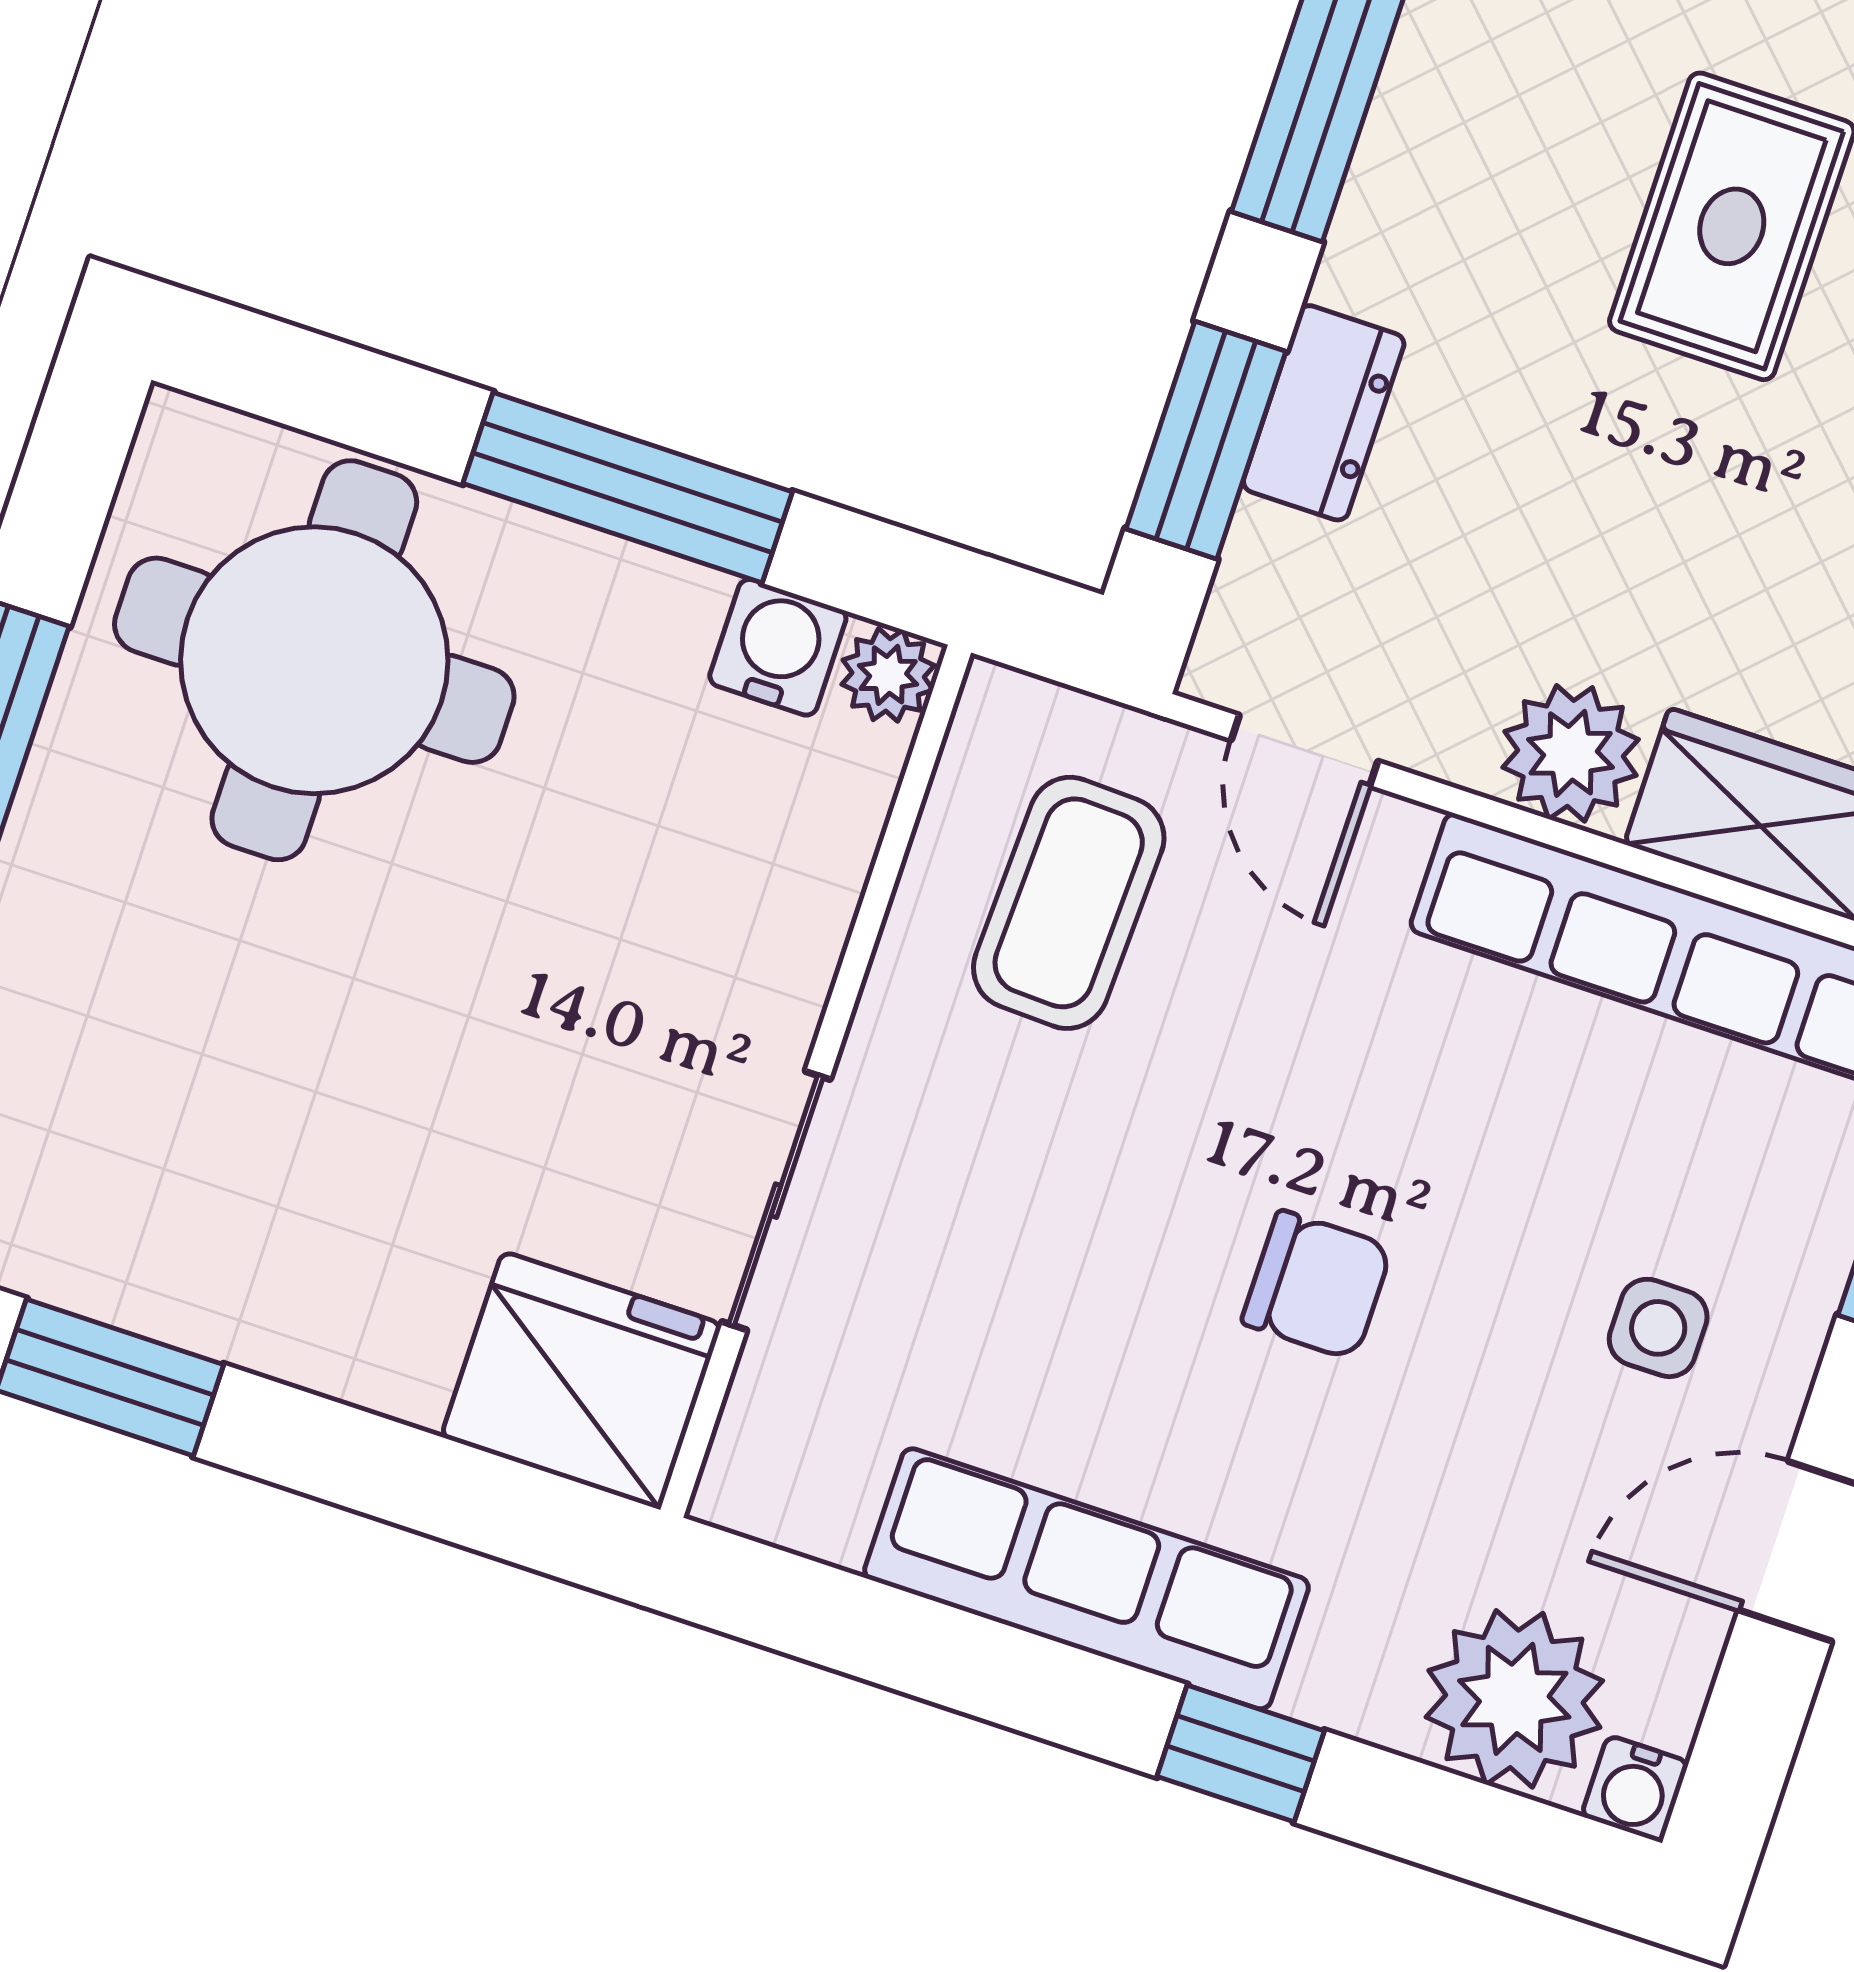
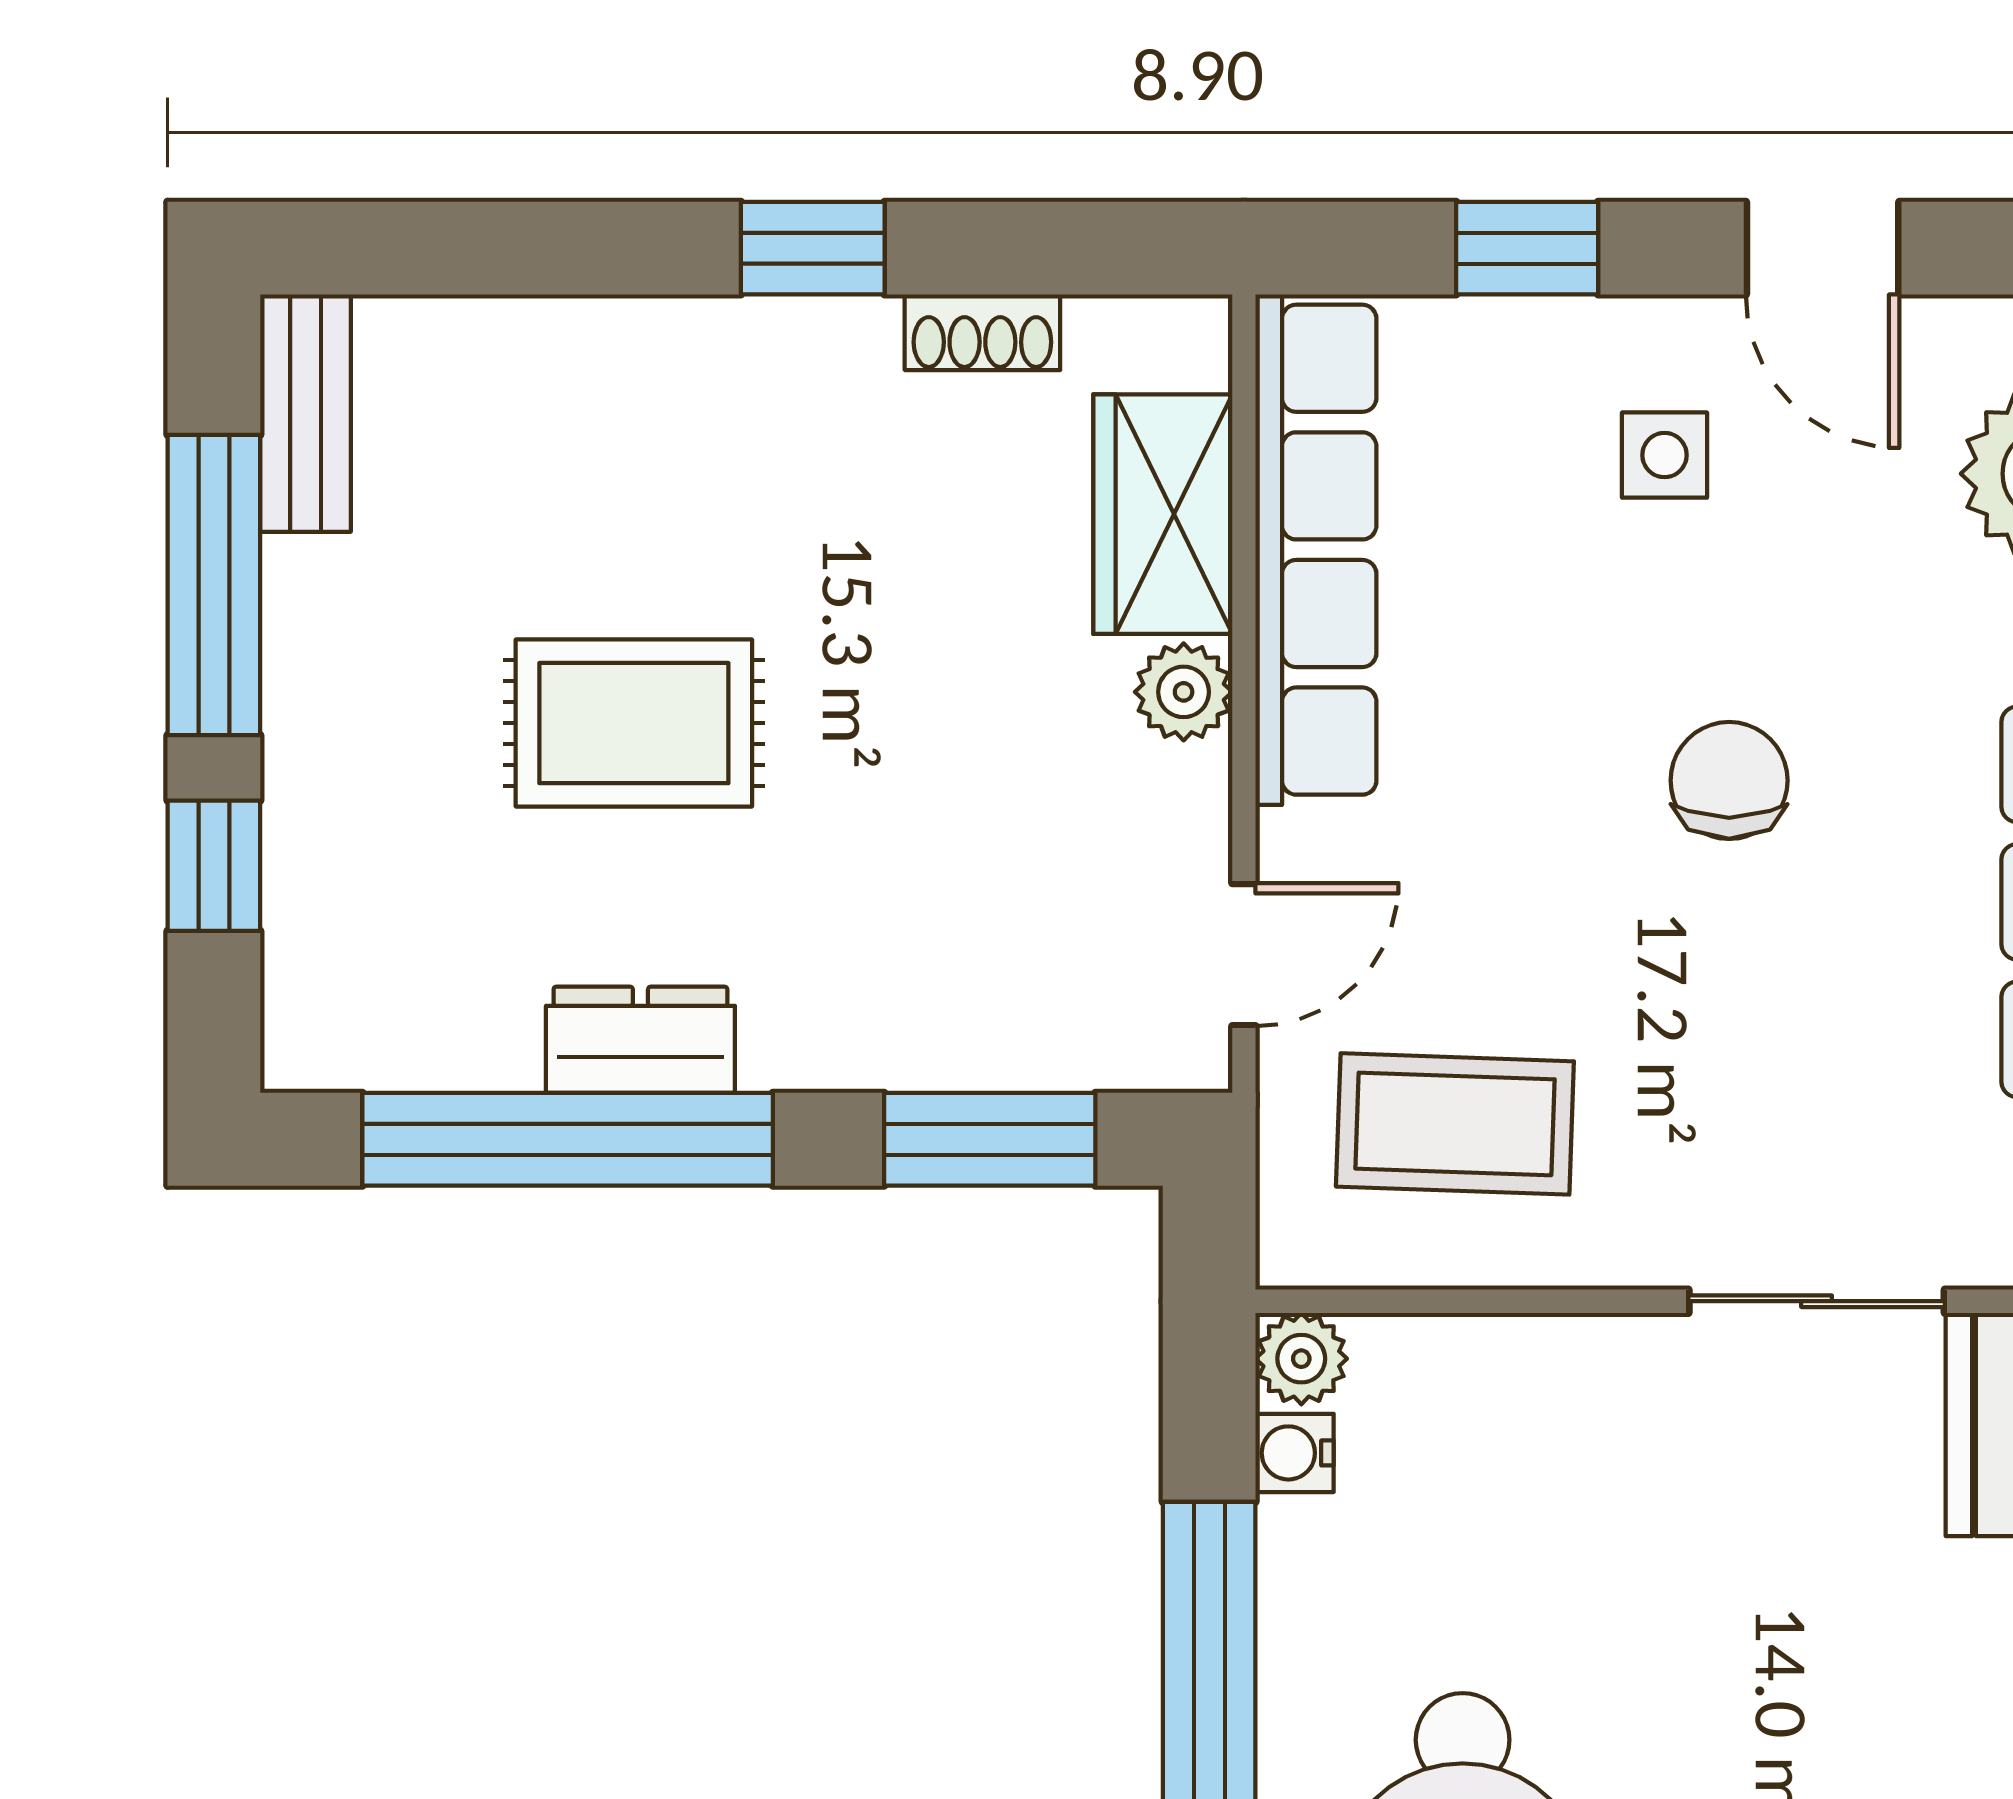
dresser: (1324, 413) -> (640, 1040), moved
water cooler: (778, 647) -> (1295, 1453), width x0.72, depth x0.72
plant: (1571, 753) -> (1184, 692), width x0.73, depth x0.73

